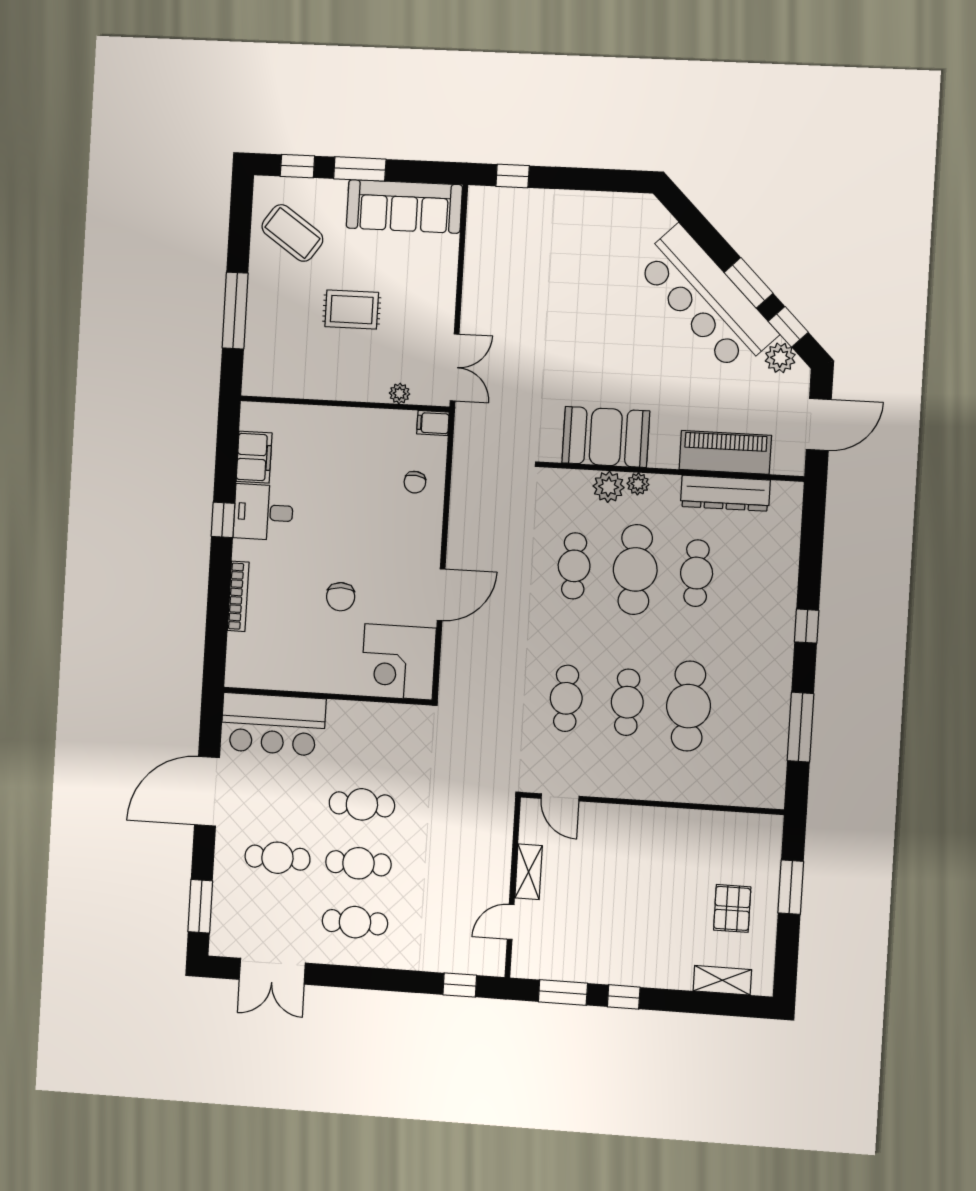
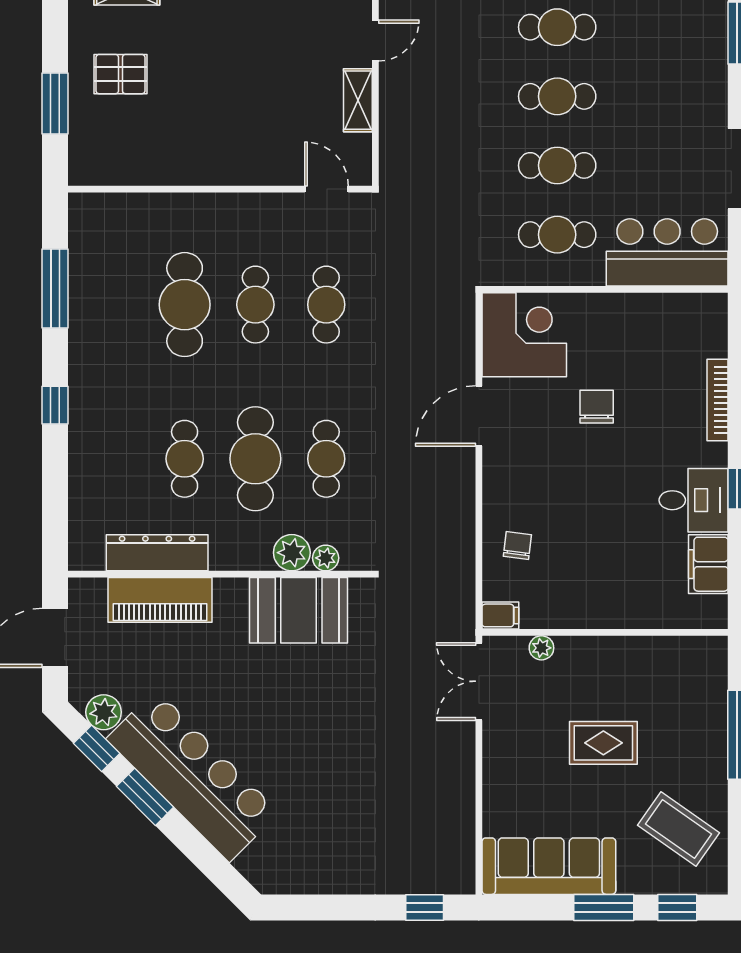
plant: (638, 484) -> (326, 558), moved
cafe table: (277, 858) -> (557, 235), moved
pallet: (732, 908) -> (120, 74), turned 90

